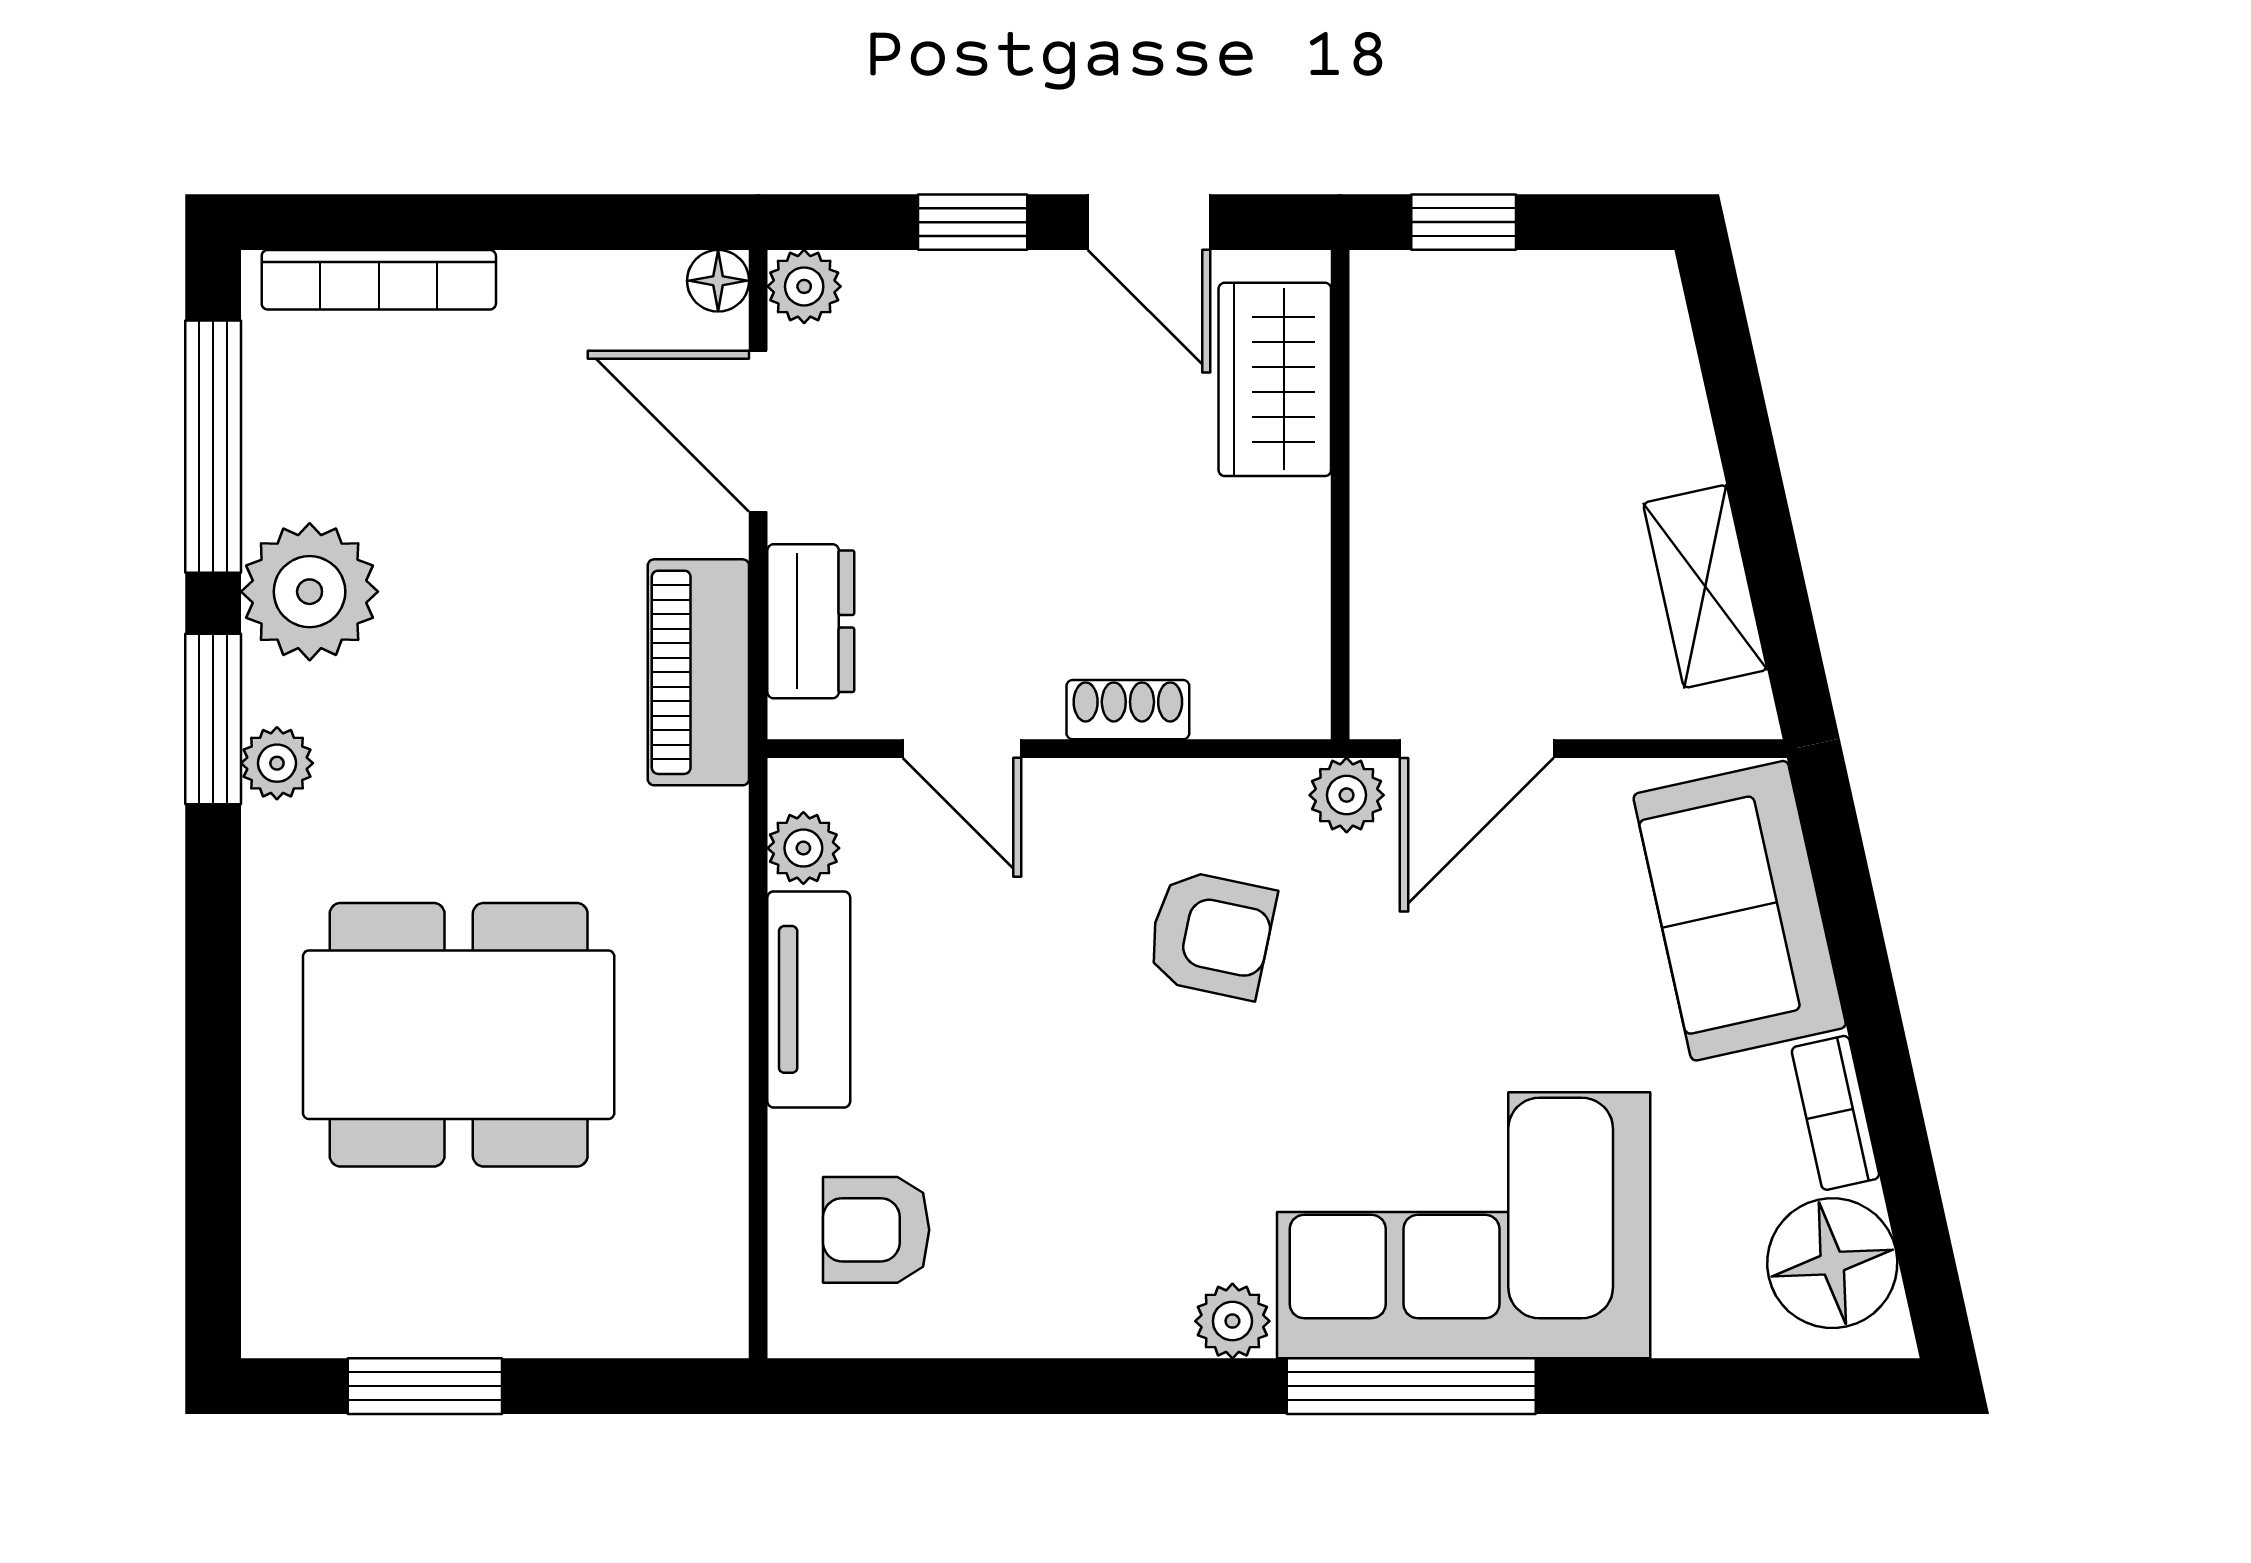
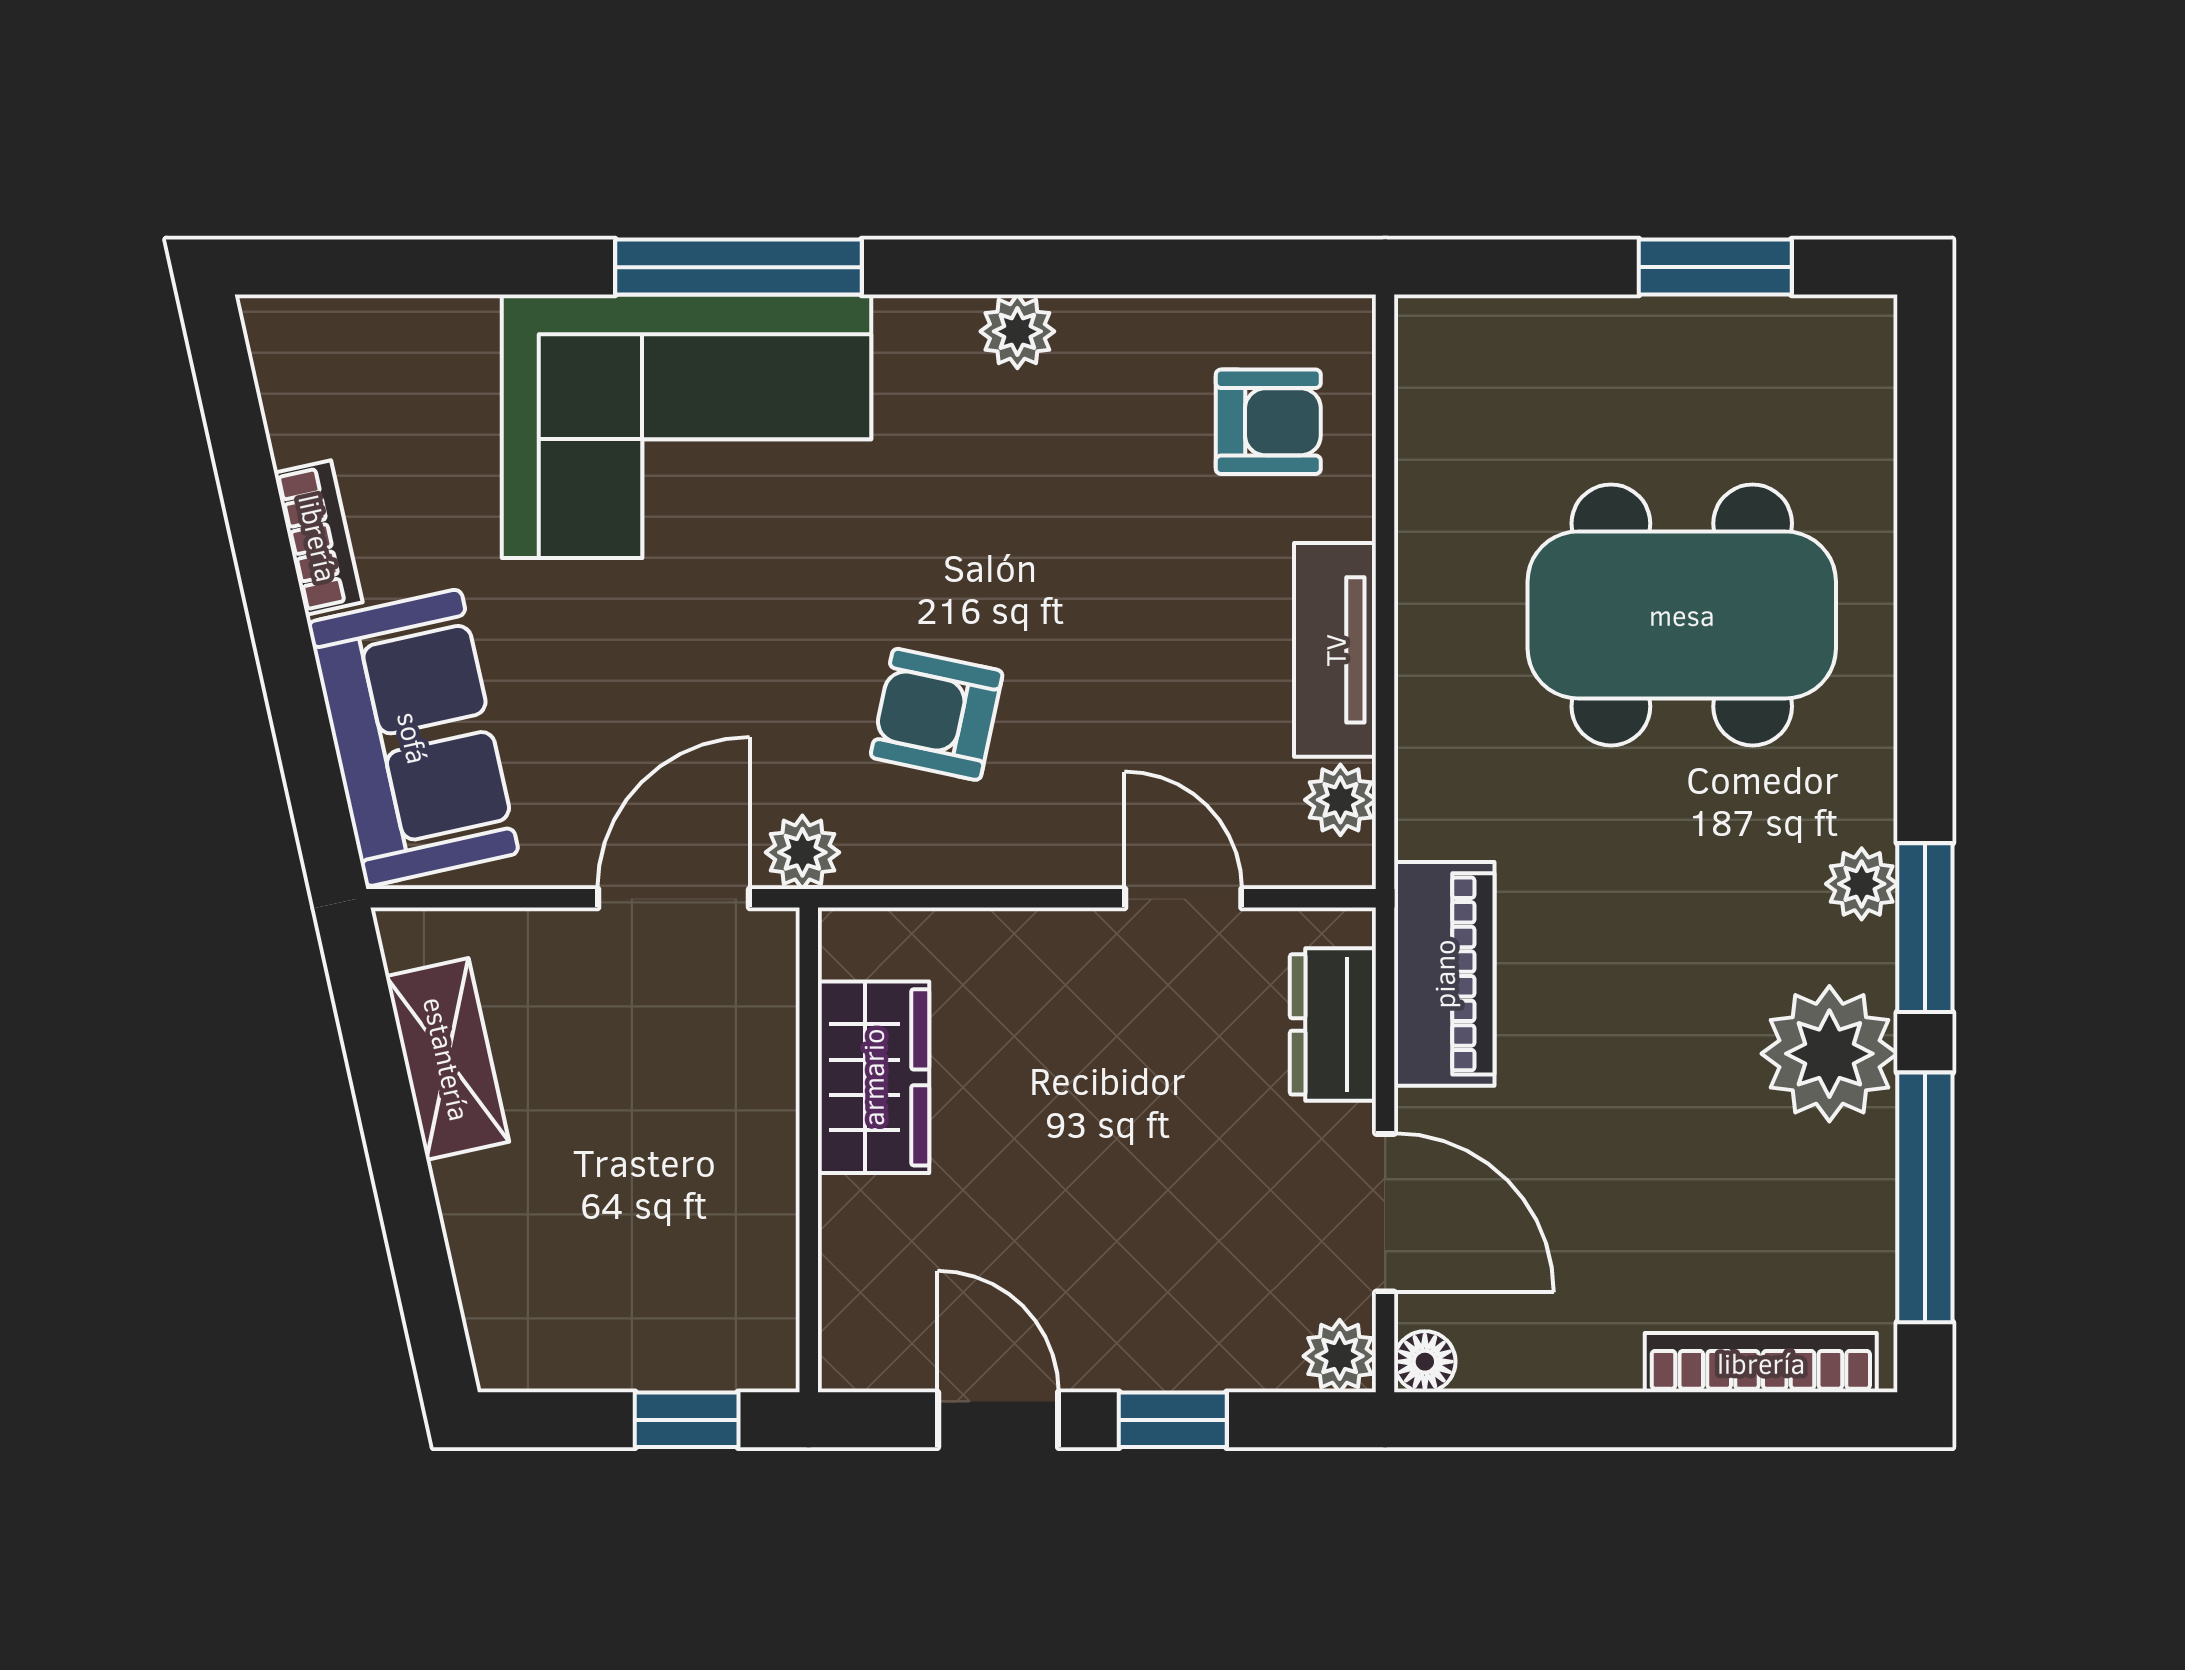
wardrobe: (1275, 379) -> (873, 1077), moved
shoe rack: (1128, 710) -> (1019, 937), removed
floor lamp: (1832, 1263) -> (321, 389), removed
plant: (1232, 1321) -> (1017, 331), moved

